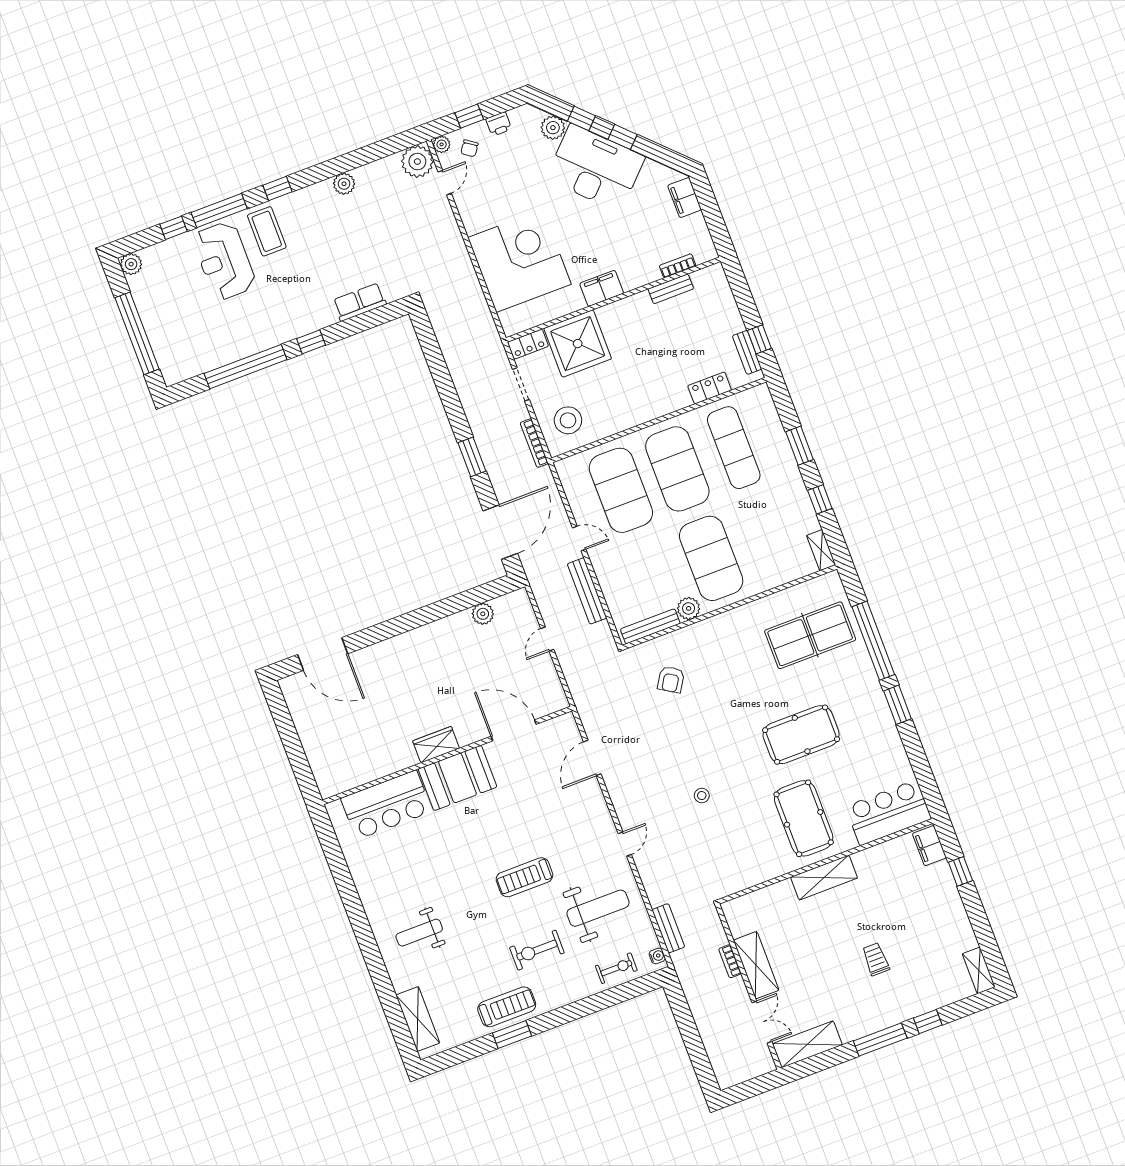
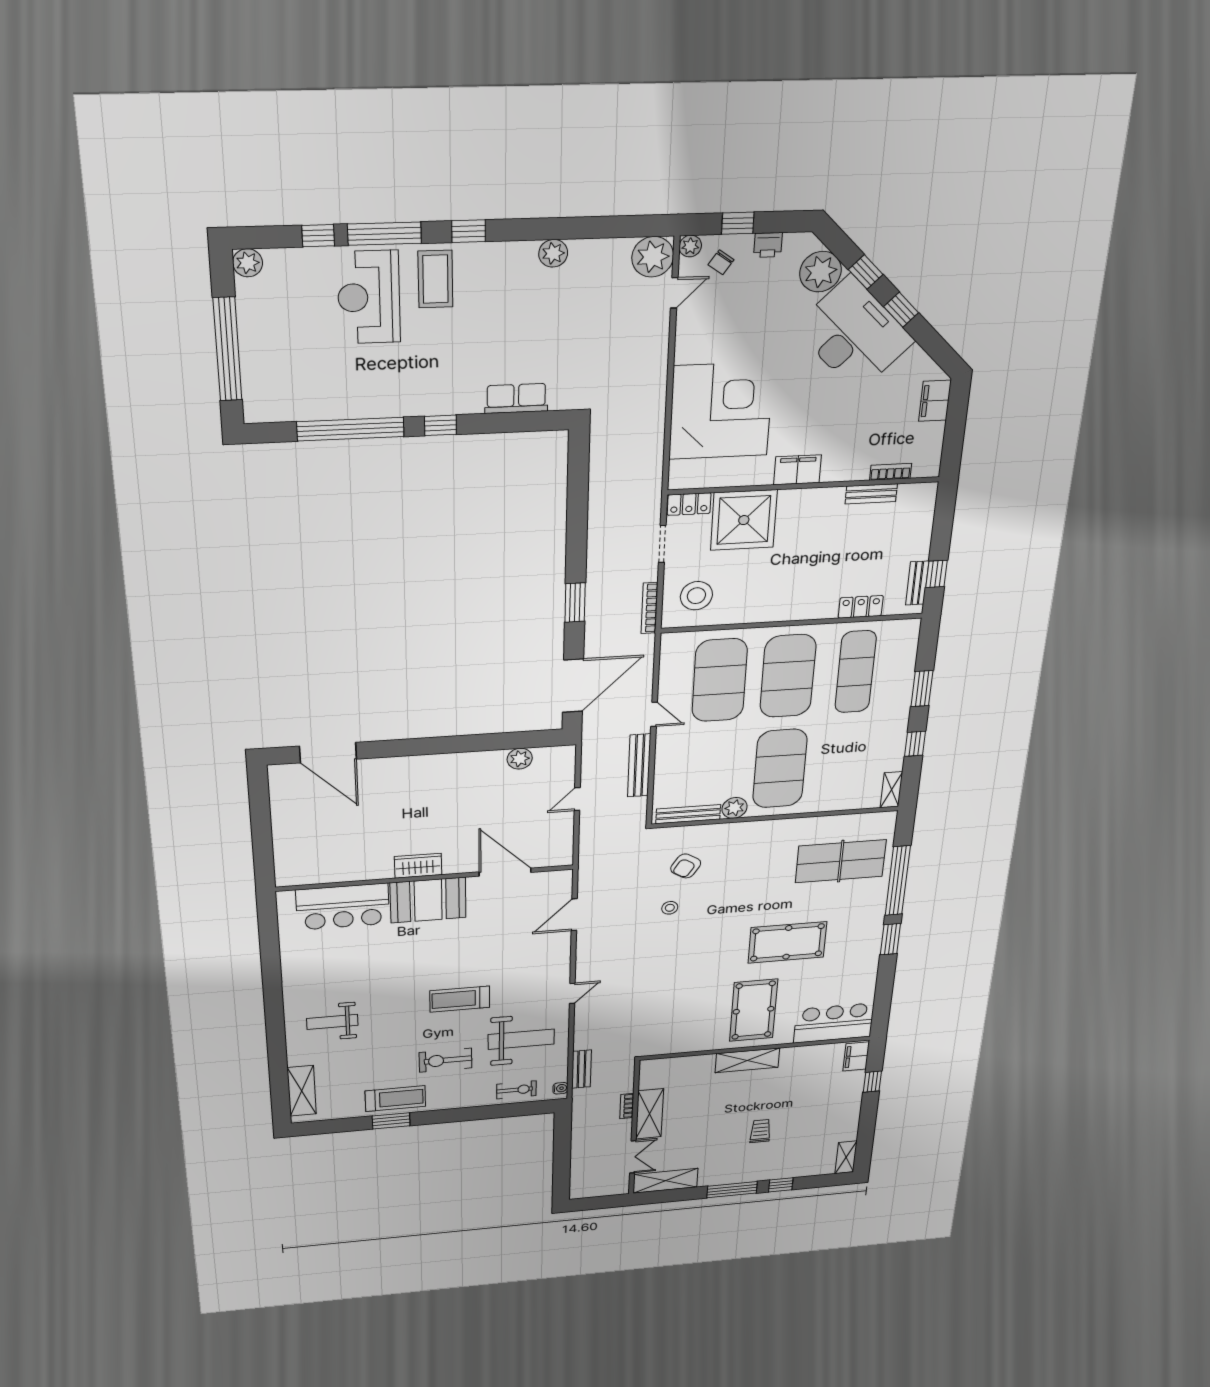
plant: (553, 128) -> (821, 272), width x1.36, depth x1.36
stool: (702, 796) -> (670, 908), moved

